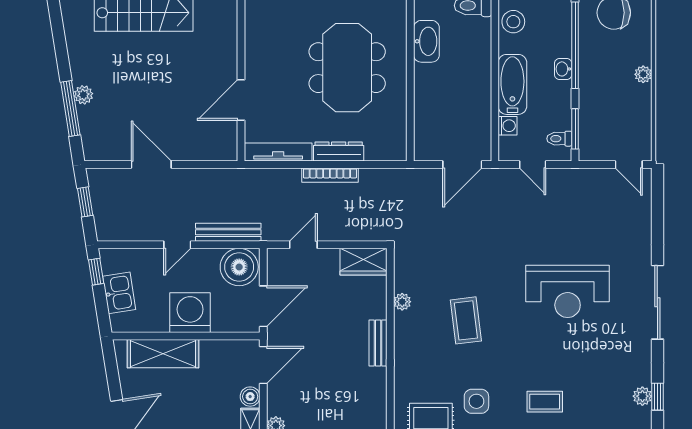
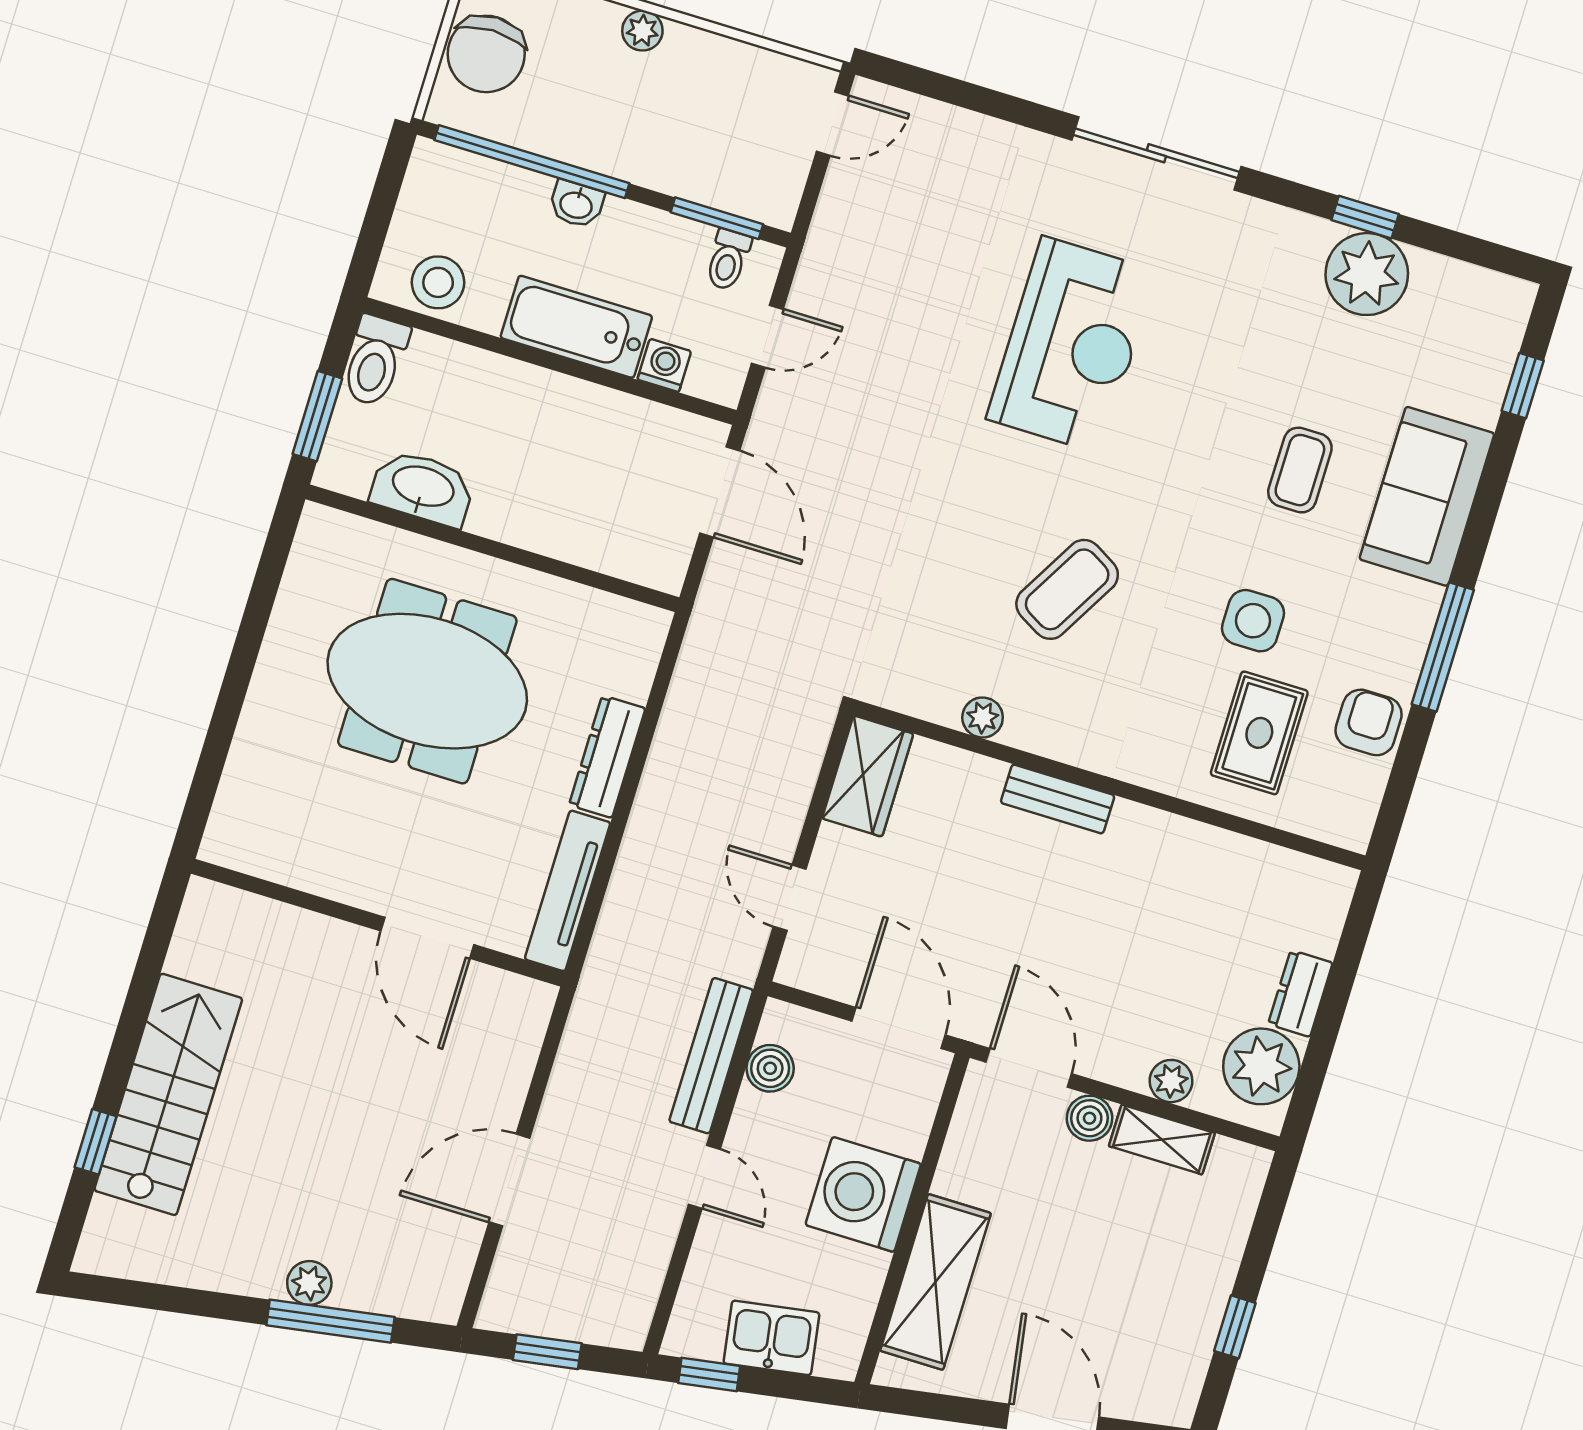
bookcase: (330, 175) -> (654, 792), removed
boiler: (239, 267) -> (770, 1068), width x0.54, depth x0.54
coffee table: (466, 320) -> (1067, 589), turned -53
plant: (642, 396) -> (1367, 274), width x1.87, depth x1.87

